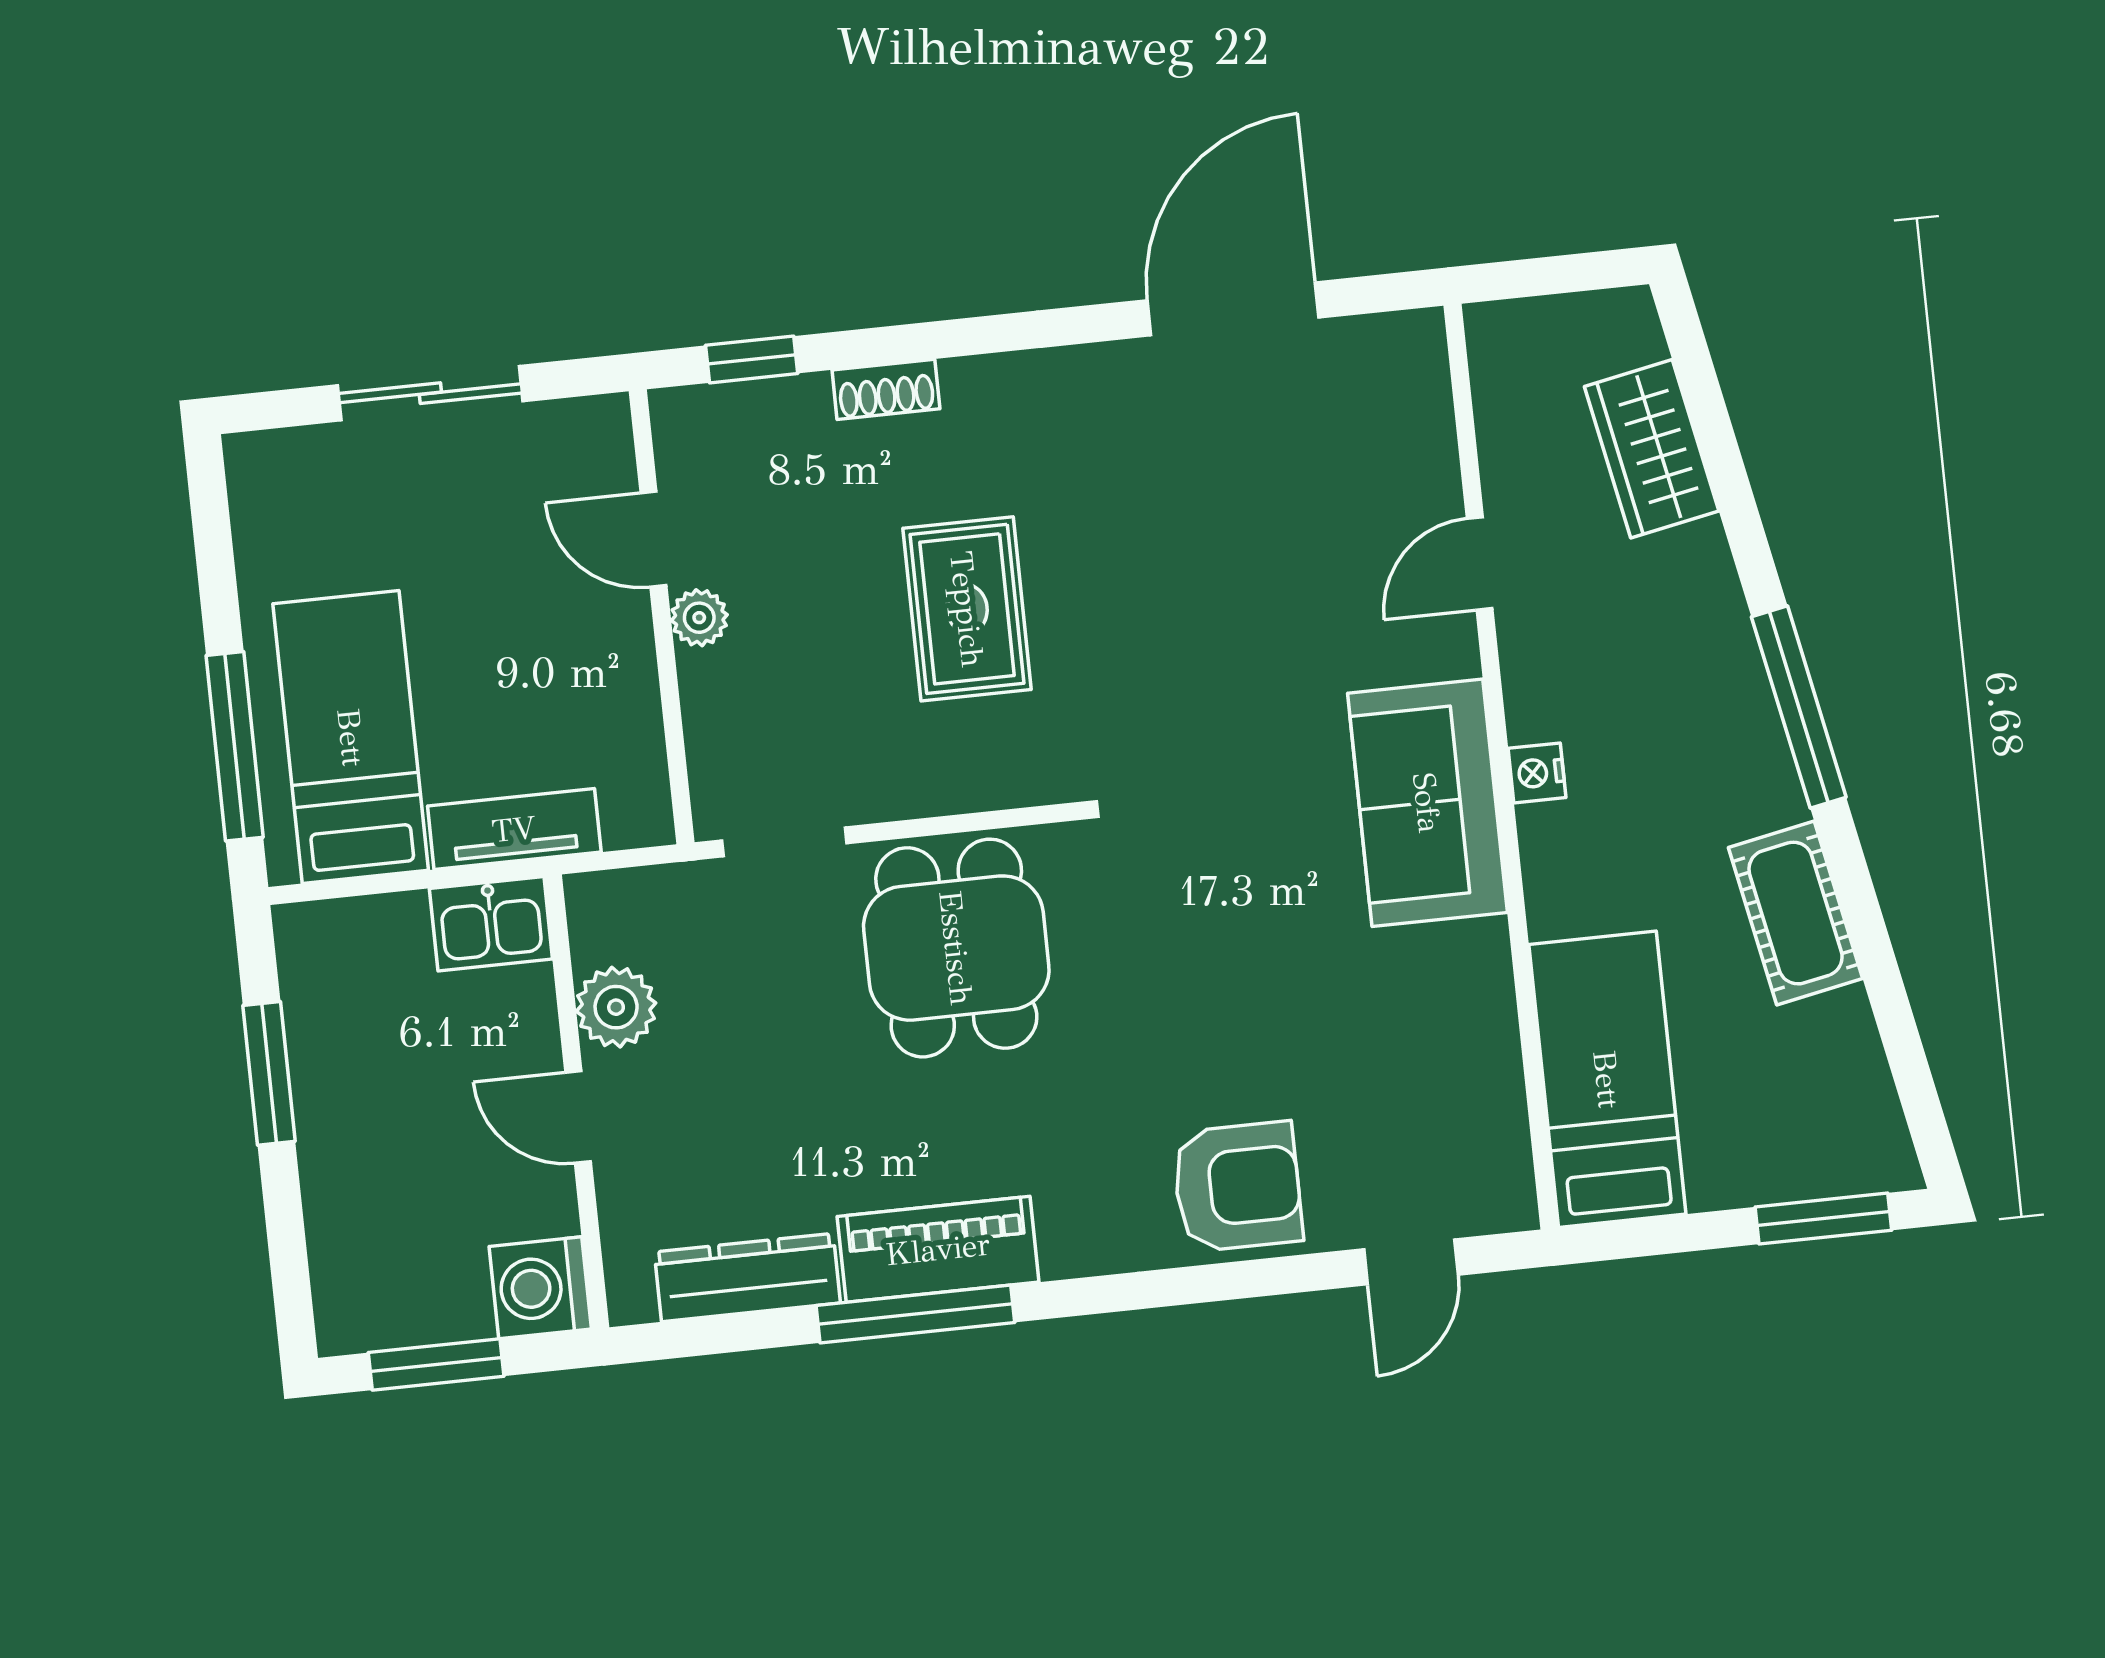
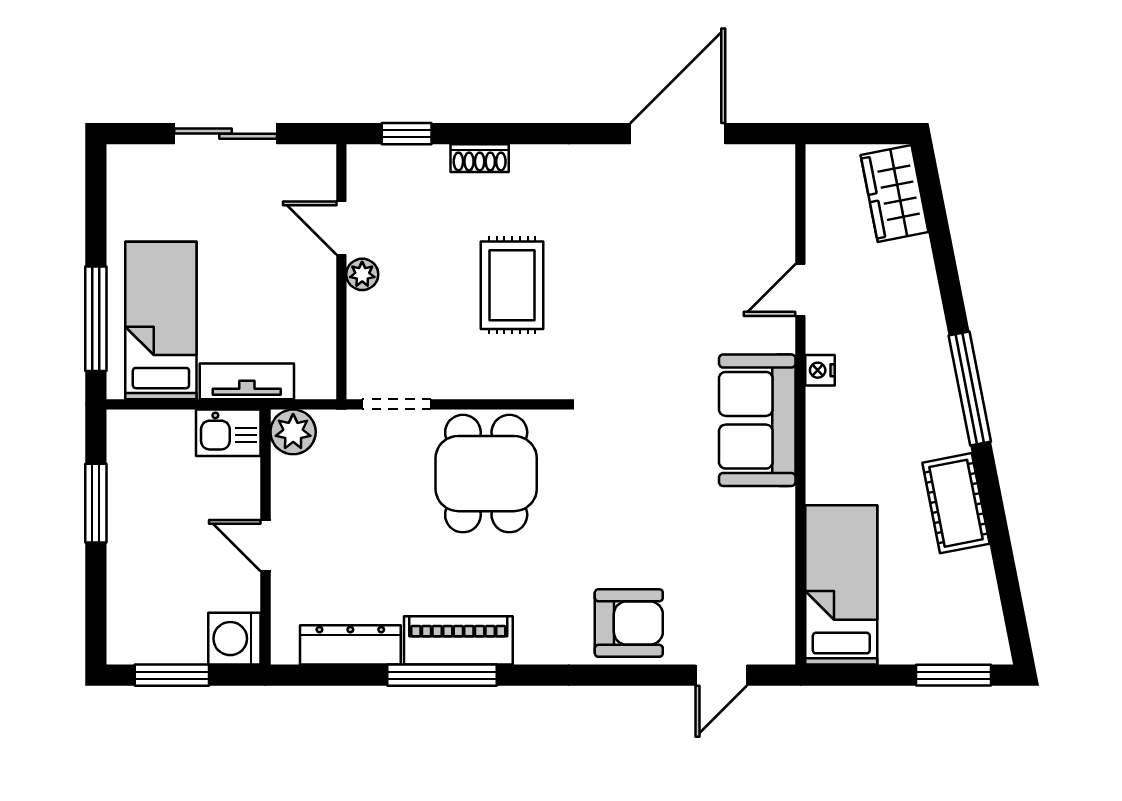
wardrobe: (1652, 449) -> (895, 194), moved
nightstand: (1537, 773) -> (820, 370), moved
plant: (616, 1007) -> (293, 432), moved

